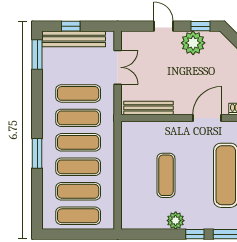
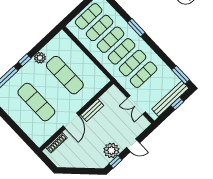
bench: (148, 108) -> (92, 110), moved, width x0.73
exercise mat: (166, 175) -> (65, 75), width x1.36, depth x1.45

